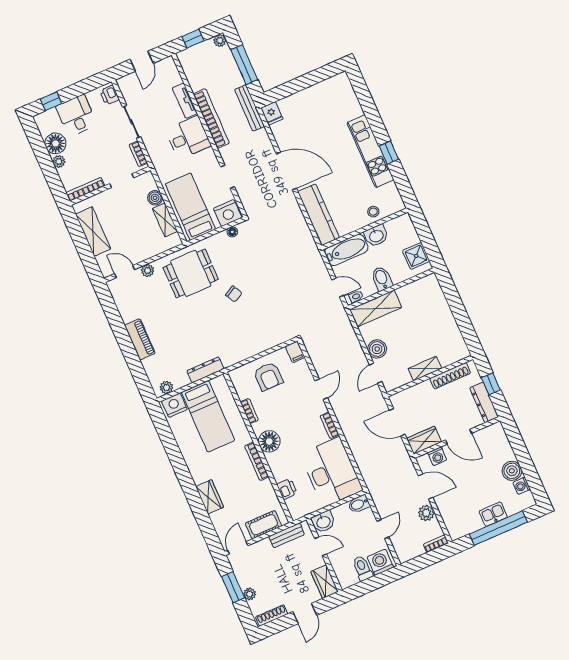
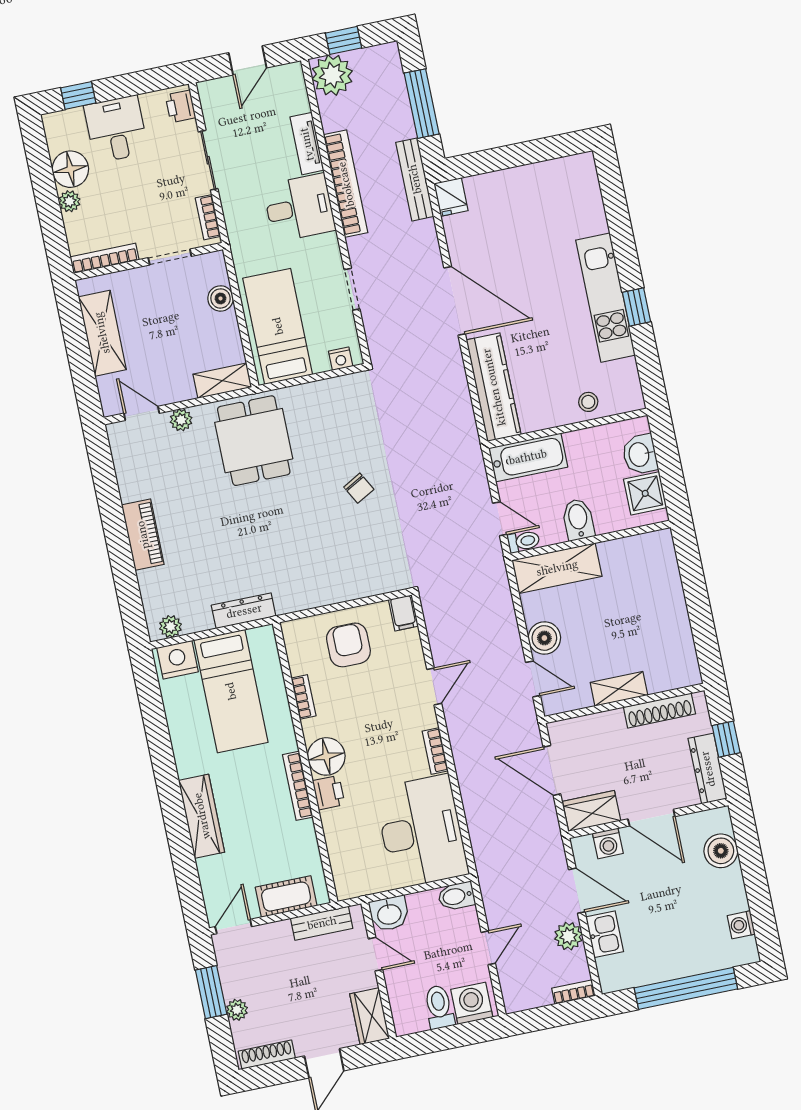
plant: (220, 40) -> (332, 75), moved, width x1.88, depth x1.88
nightstand: (228, 213) -> (341, 359), width x0.53, depth x0.56
shelving: (165, 220) -> (222, 381), moved, turned 90
floor lamp: (232, 232) -> (340, 385), removed
washbasin: (376, 236) -> (640, 454), moved, turned 90
dining table: (191, 273) -> (254, 441), turned 90
chair: (234, 294) -> (359, 488), moved
door: (376, 373) -> (533, 679), swing flipped
armchair: (268, 376) -> (348, 645), turned 180
boiler: (512, 471) -> (721, 851), moved
printer: (287, 489) -> (329, 793), moved
wardrobe: (210, 497) -> (202, 816), width x1.50
kitchen sink: (493, 514) -> (605, 934), moved, turned 90

